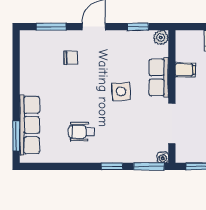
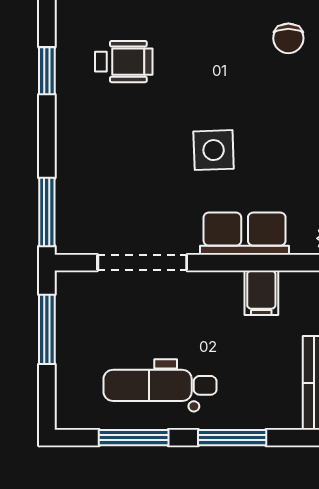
wheelchair: (81, 132) -> (124, 62), turned 90
water cooler: (163, 157) -> (67, 243), removed
window: (112, 166) -> (47, 71), moved

